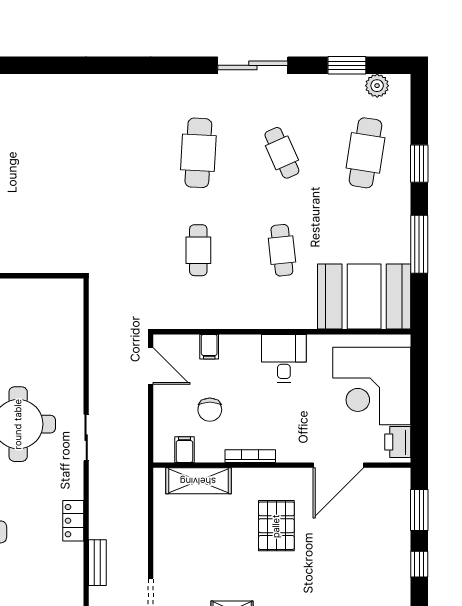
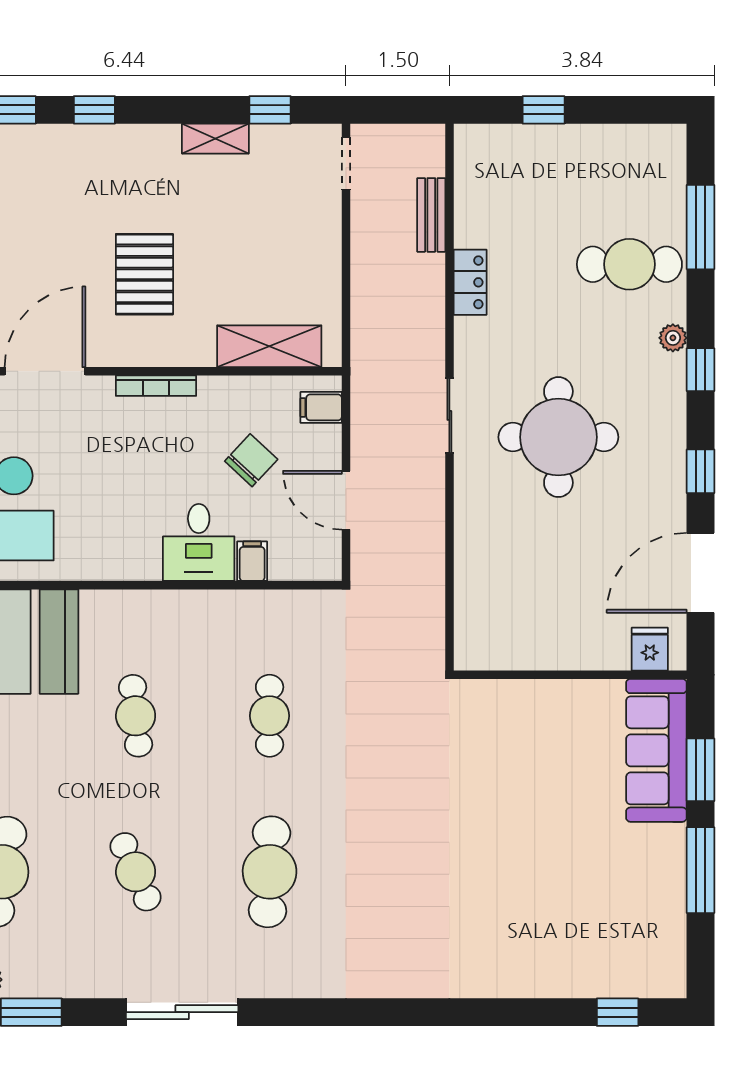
desk: (284, 358) -> (199, 542), moved
door: (151, 366) -> (346, 500), moved
chair: (210, 410) -> (251, 460), turned 43
filing cabinet: (184, 450) -> (321, 407), moved, turned 90
bookcase: (250, 456) -> (156, 386), moved

